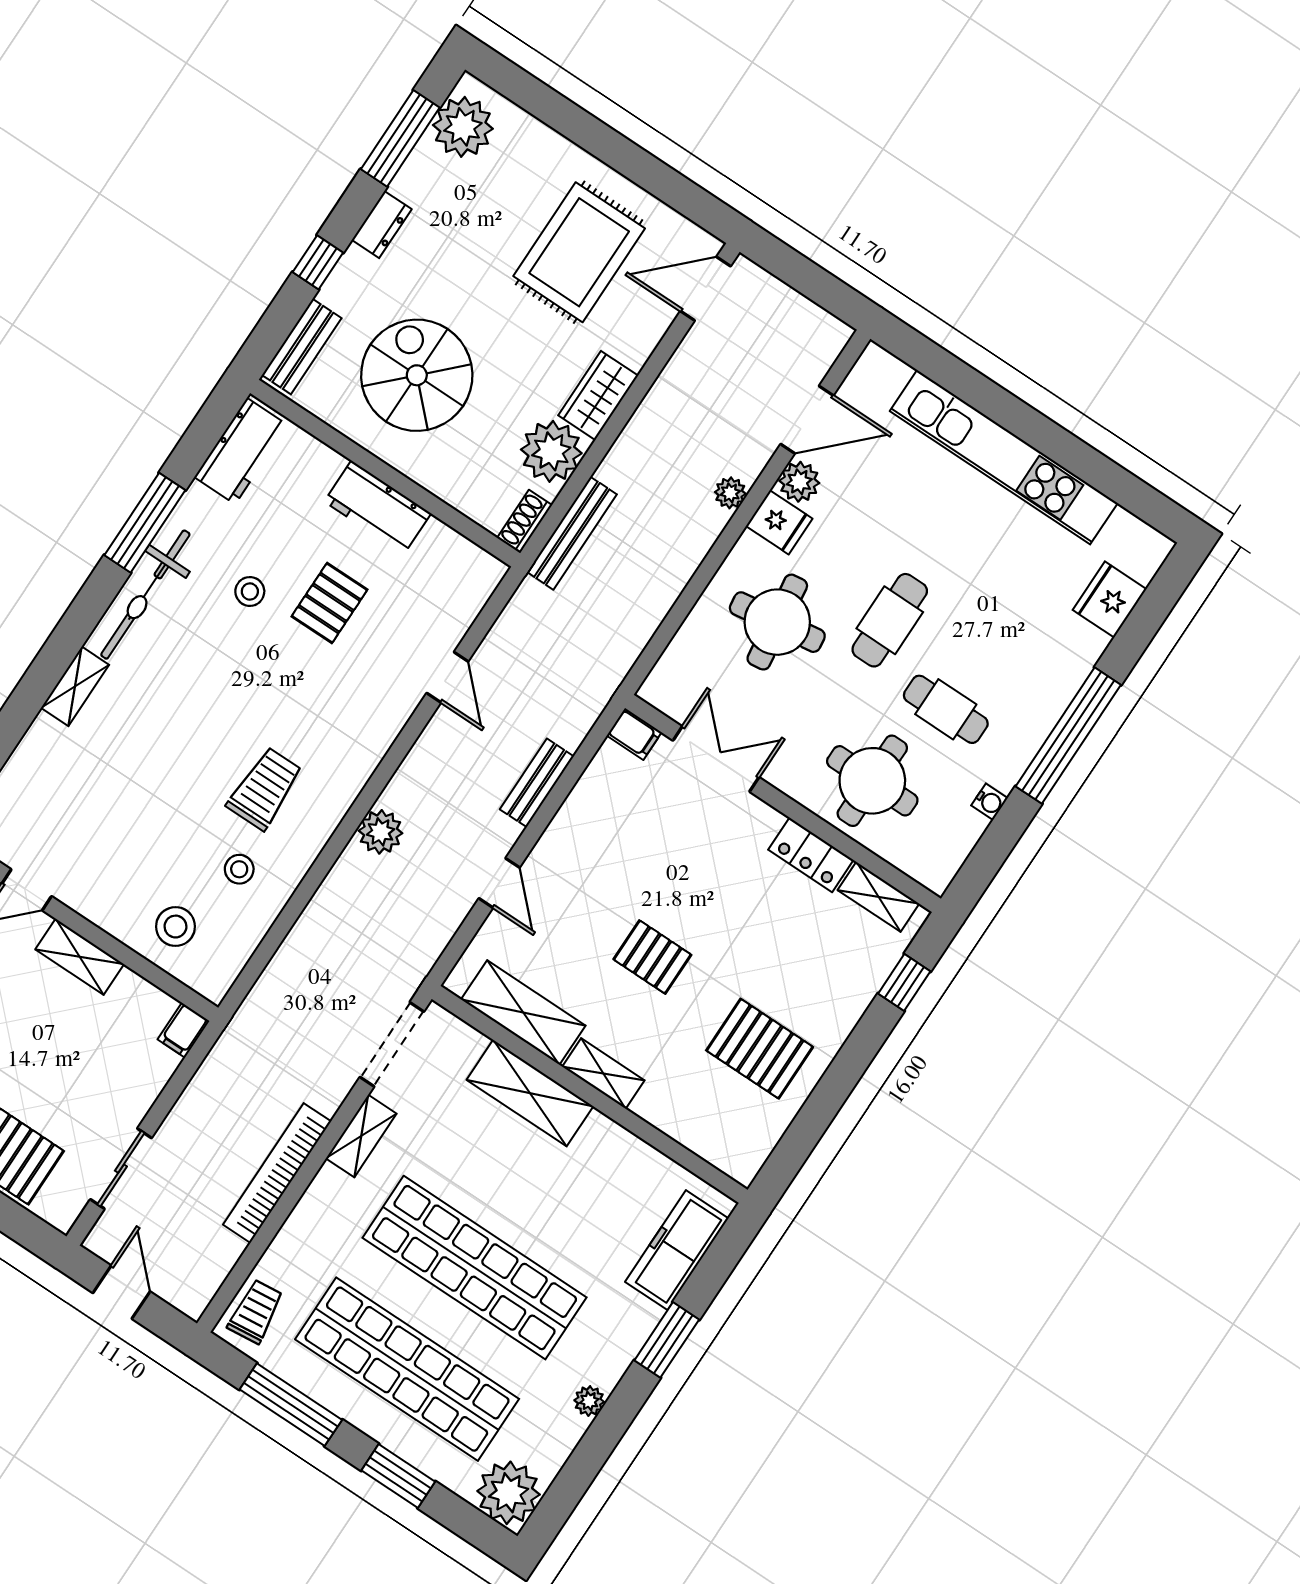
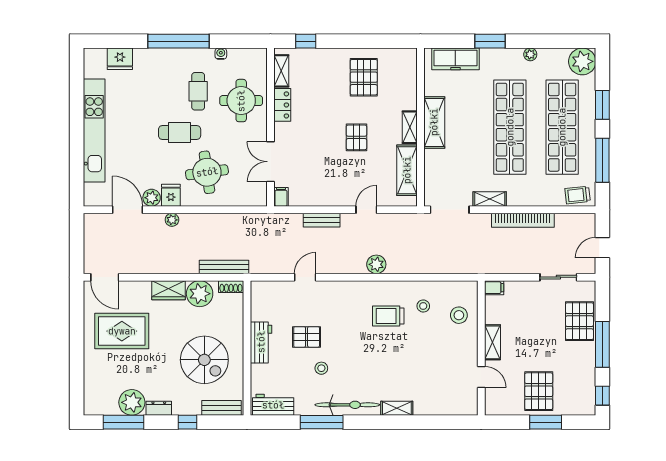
plant: (463, 127) -> (132, 402), moved
spiral stairs: (417, 375) -> (204, 360), turned -90
shelving: (530, 1093) -> (434, 122), moved

